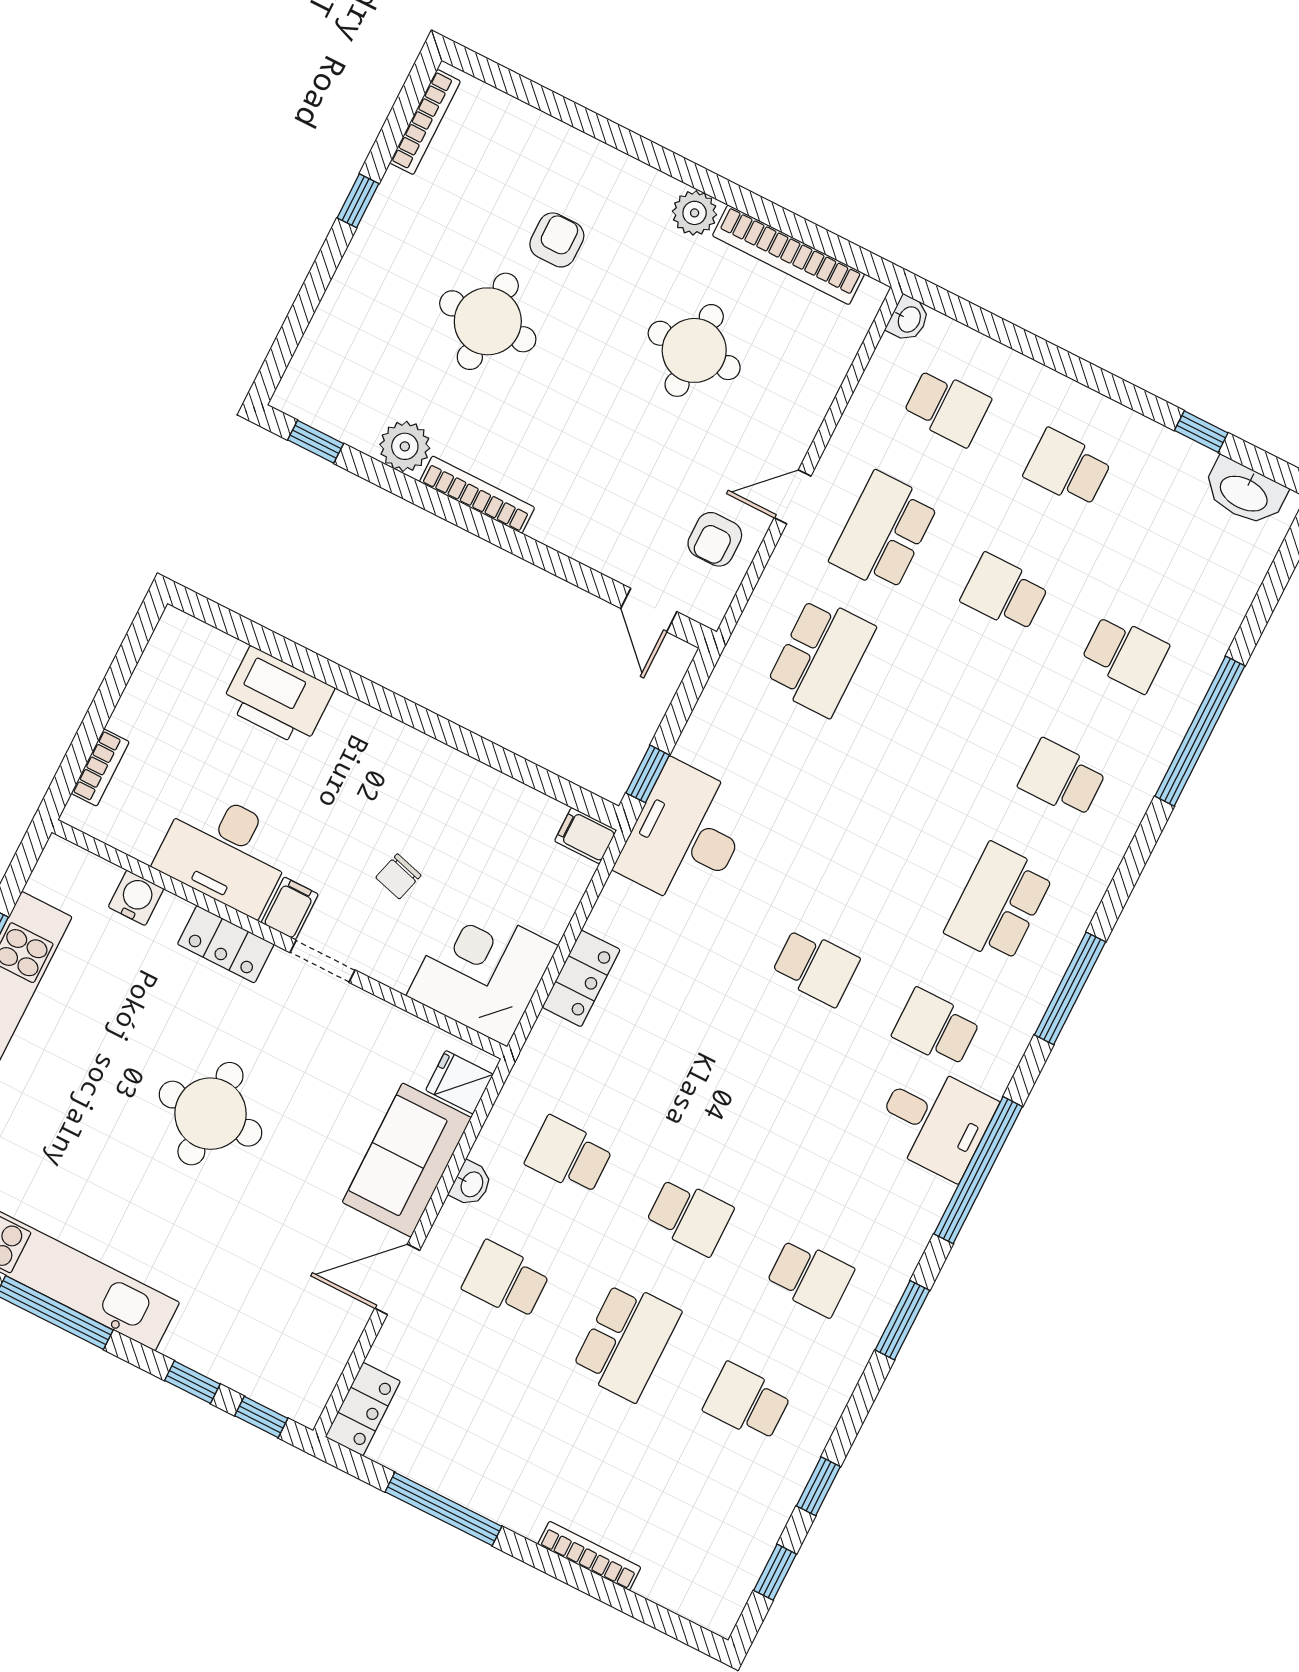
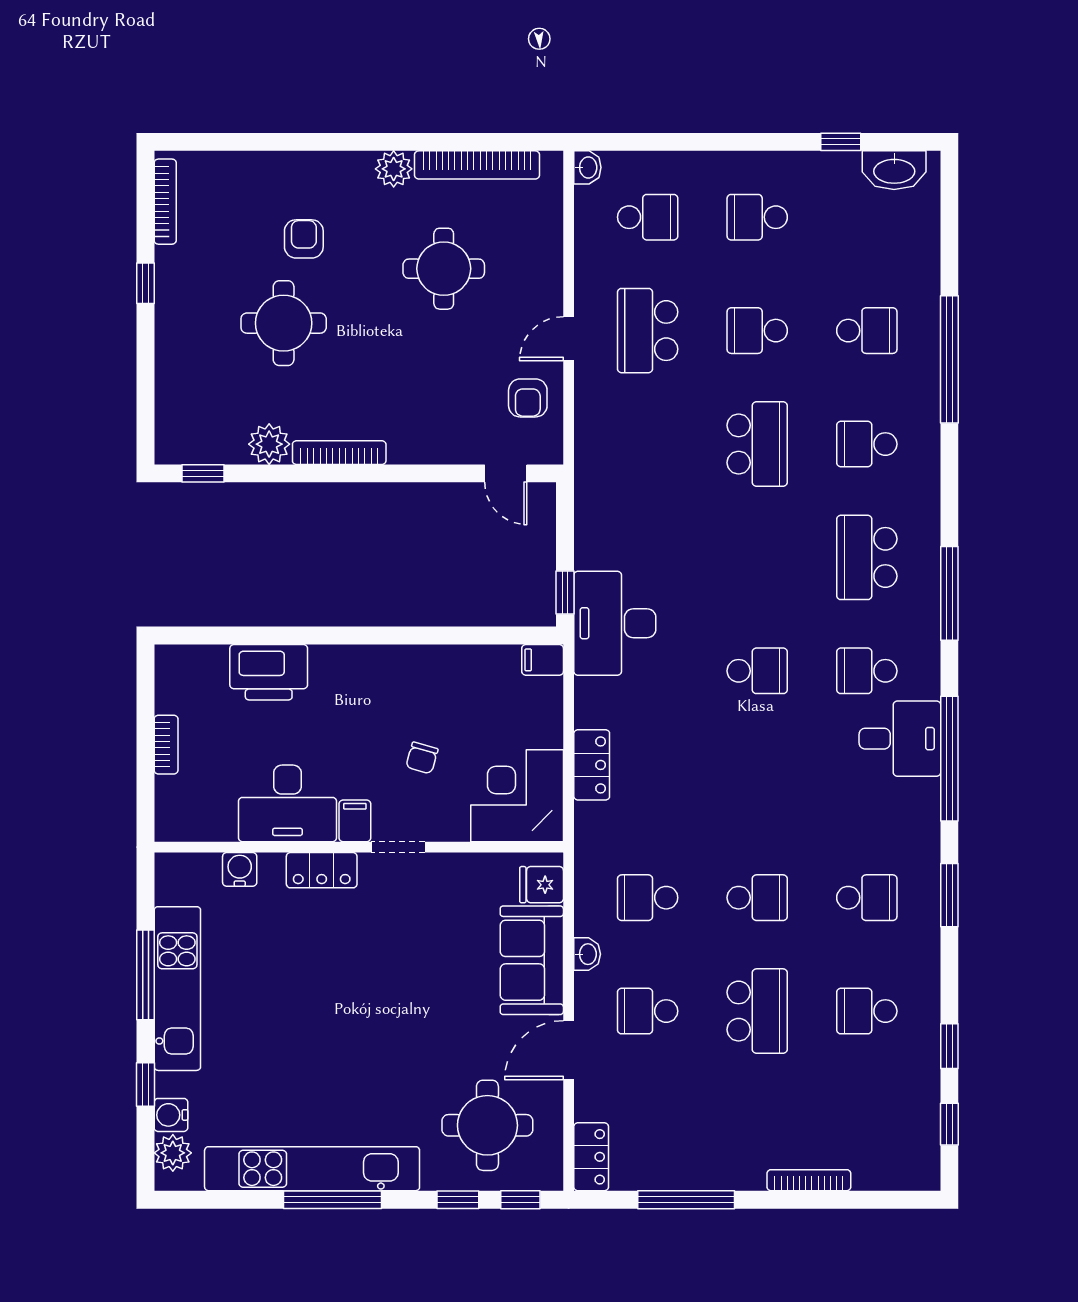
school desk: (821, 657) -> (757, 444), moved
bookcase: (100, 767) -> (166, 745), moved
round table: (210, 1114) -> (487, 1125), moved

